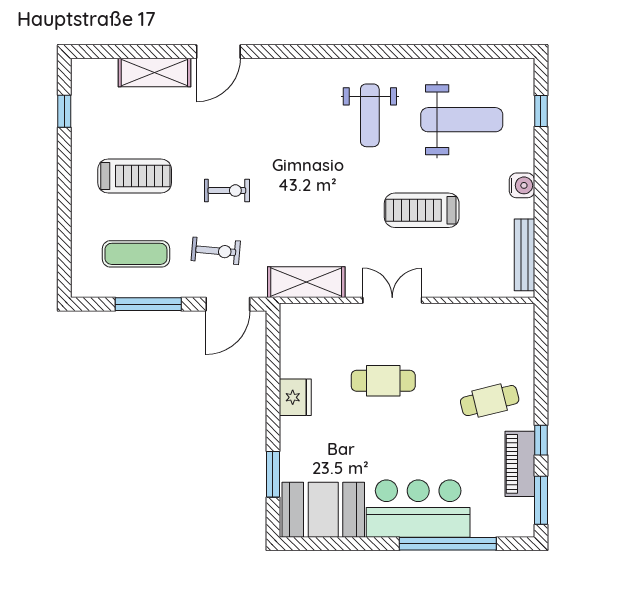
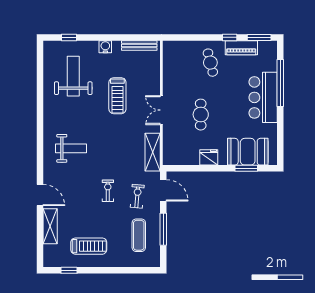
weight bench: (370, 115) -> (71, 148), moved
treadmill: (135, 176) -> (89, 246), moved, turned 90
booth: (323, 510) -> (248, 152), moved, turned 90

